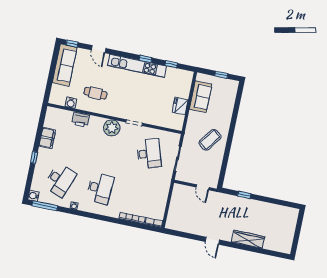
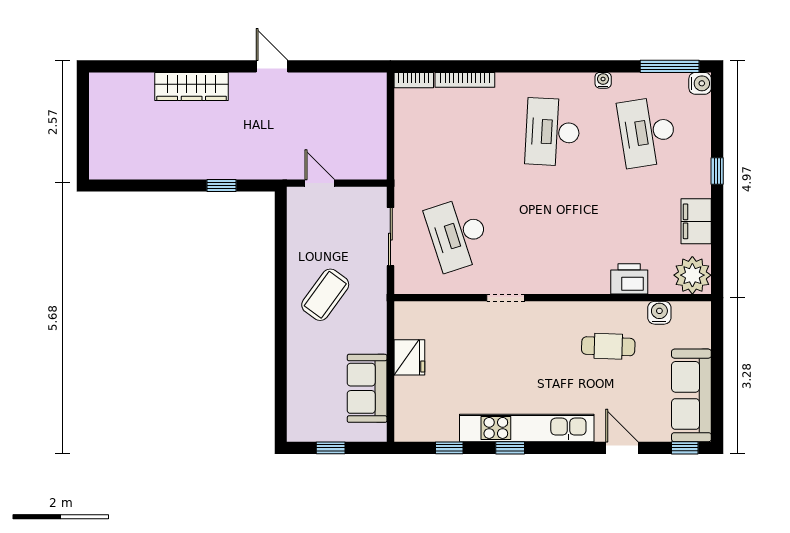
plant: (112, 128) -> (692, 275), moved
desk: (60, 180) -> (647, 132), turned -30

